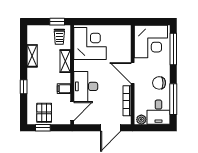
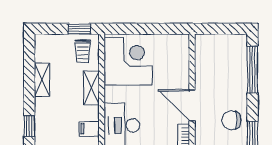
corner desk: (151, 41) -> (219, 58), removed

